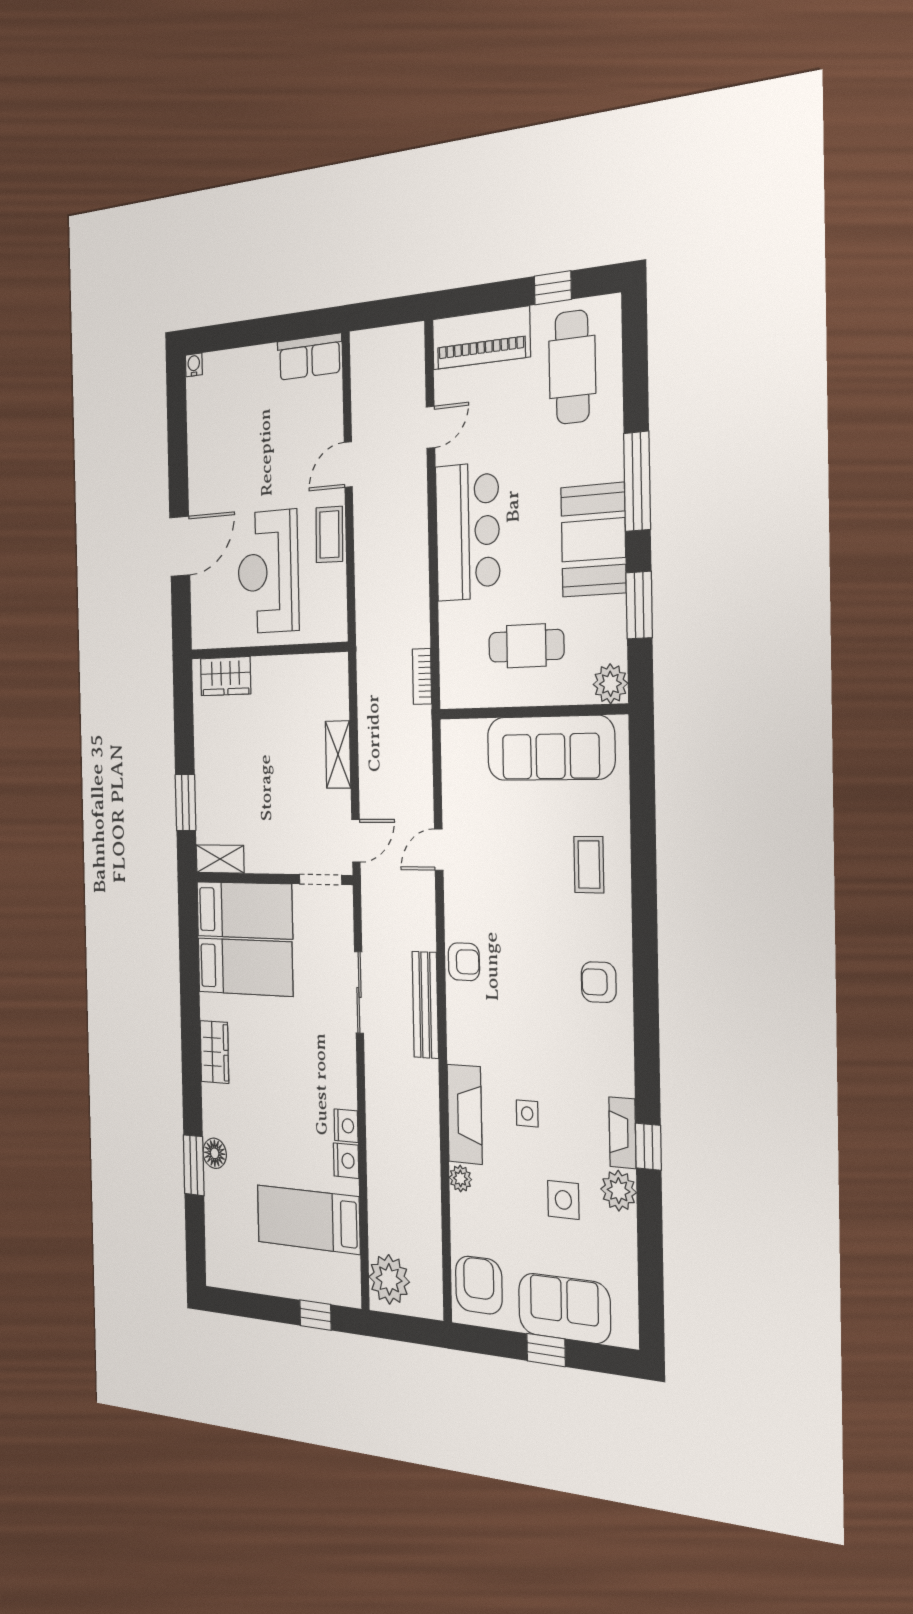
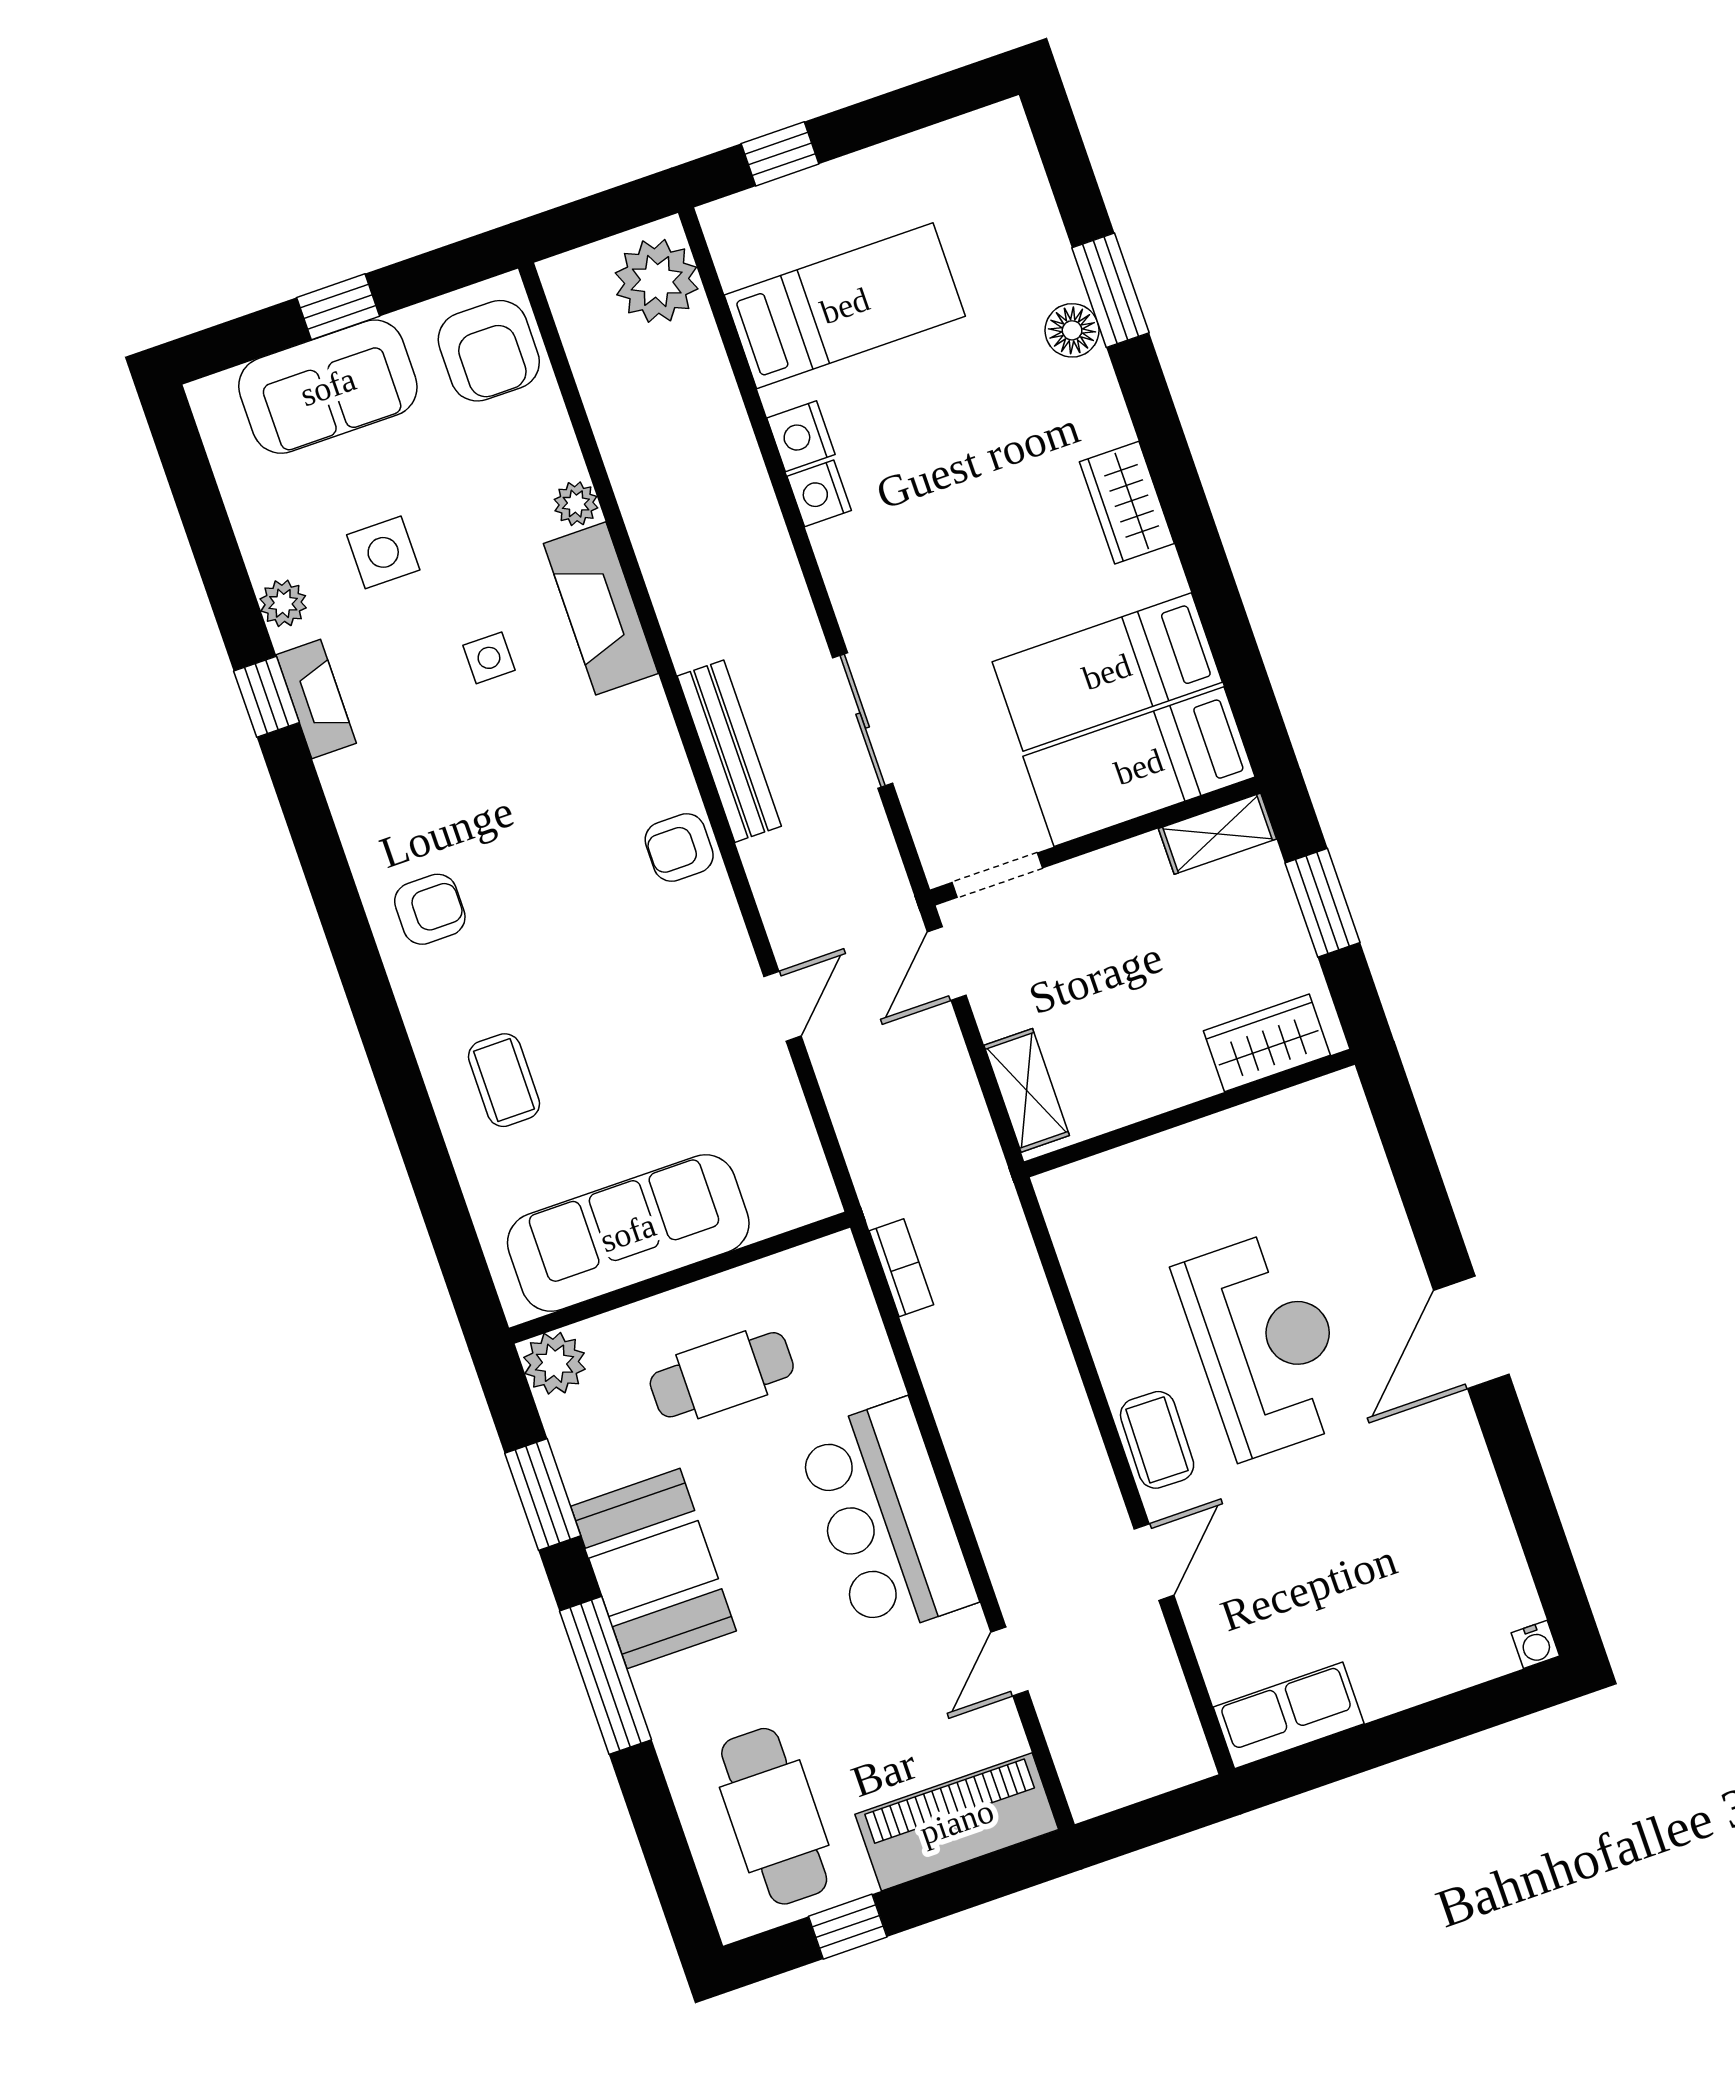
wall: (268, 651) -> (1189, 1113), moved
wardrobe: (226, 676) -> (1267, 1043), moved
plant: (619, 1191) -> (283, 603), width x0.73, depth x0.73

